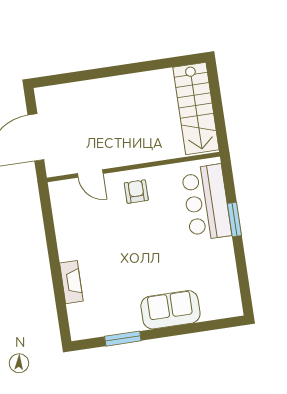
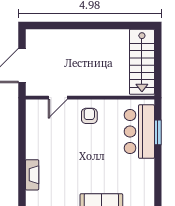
door: (90, 174) -> (58, 98), hinge flipped
window: (234, 220) -> (158, 132), moved

